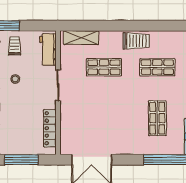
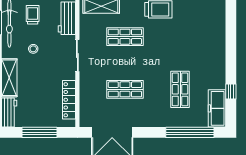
shop shelf: (157, 67) -> (125, 89), moved

